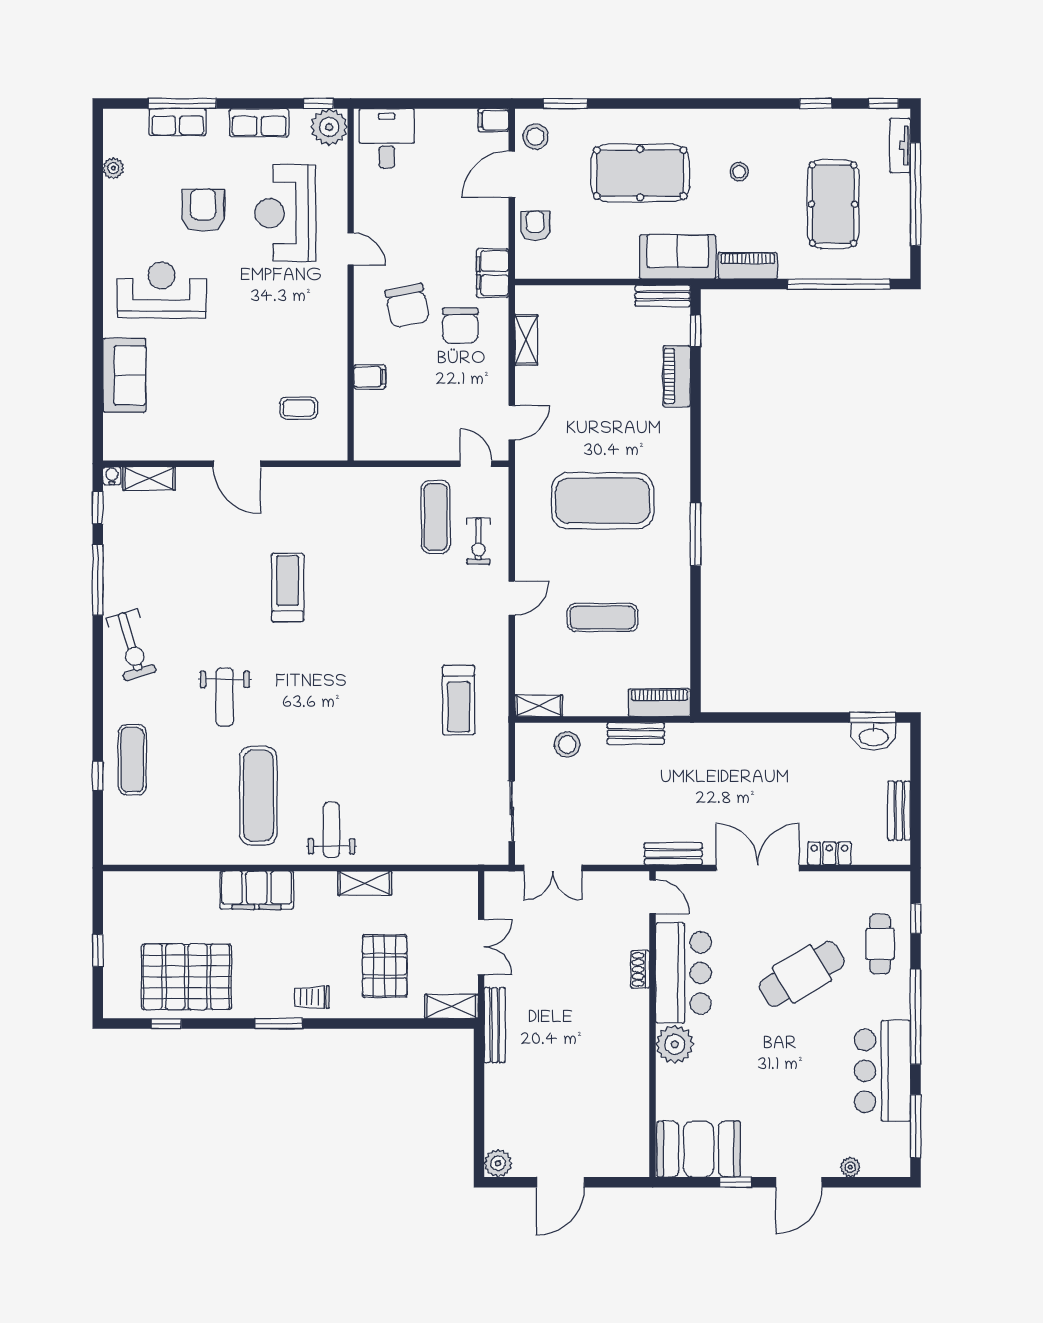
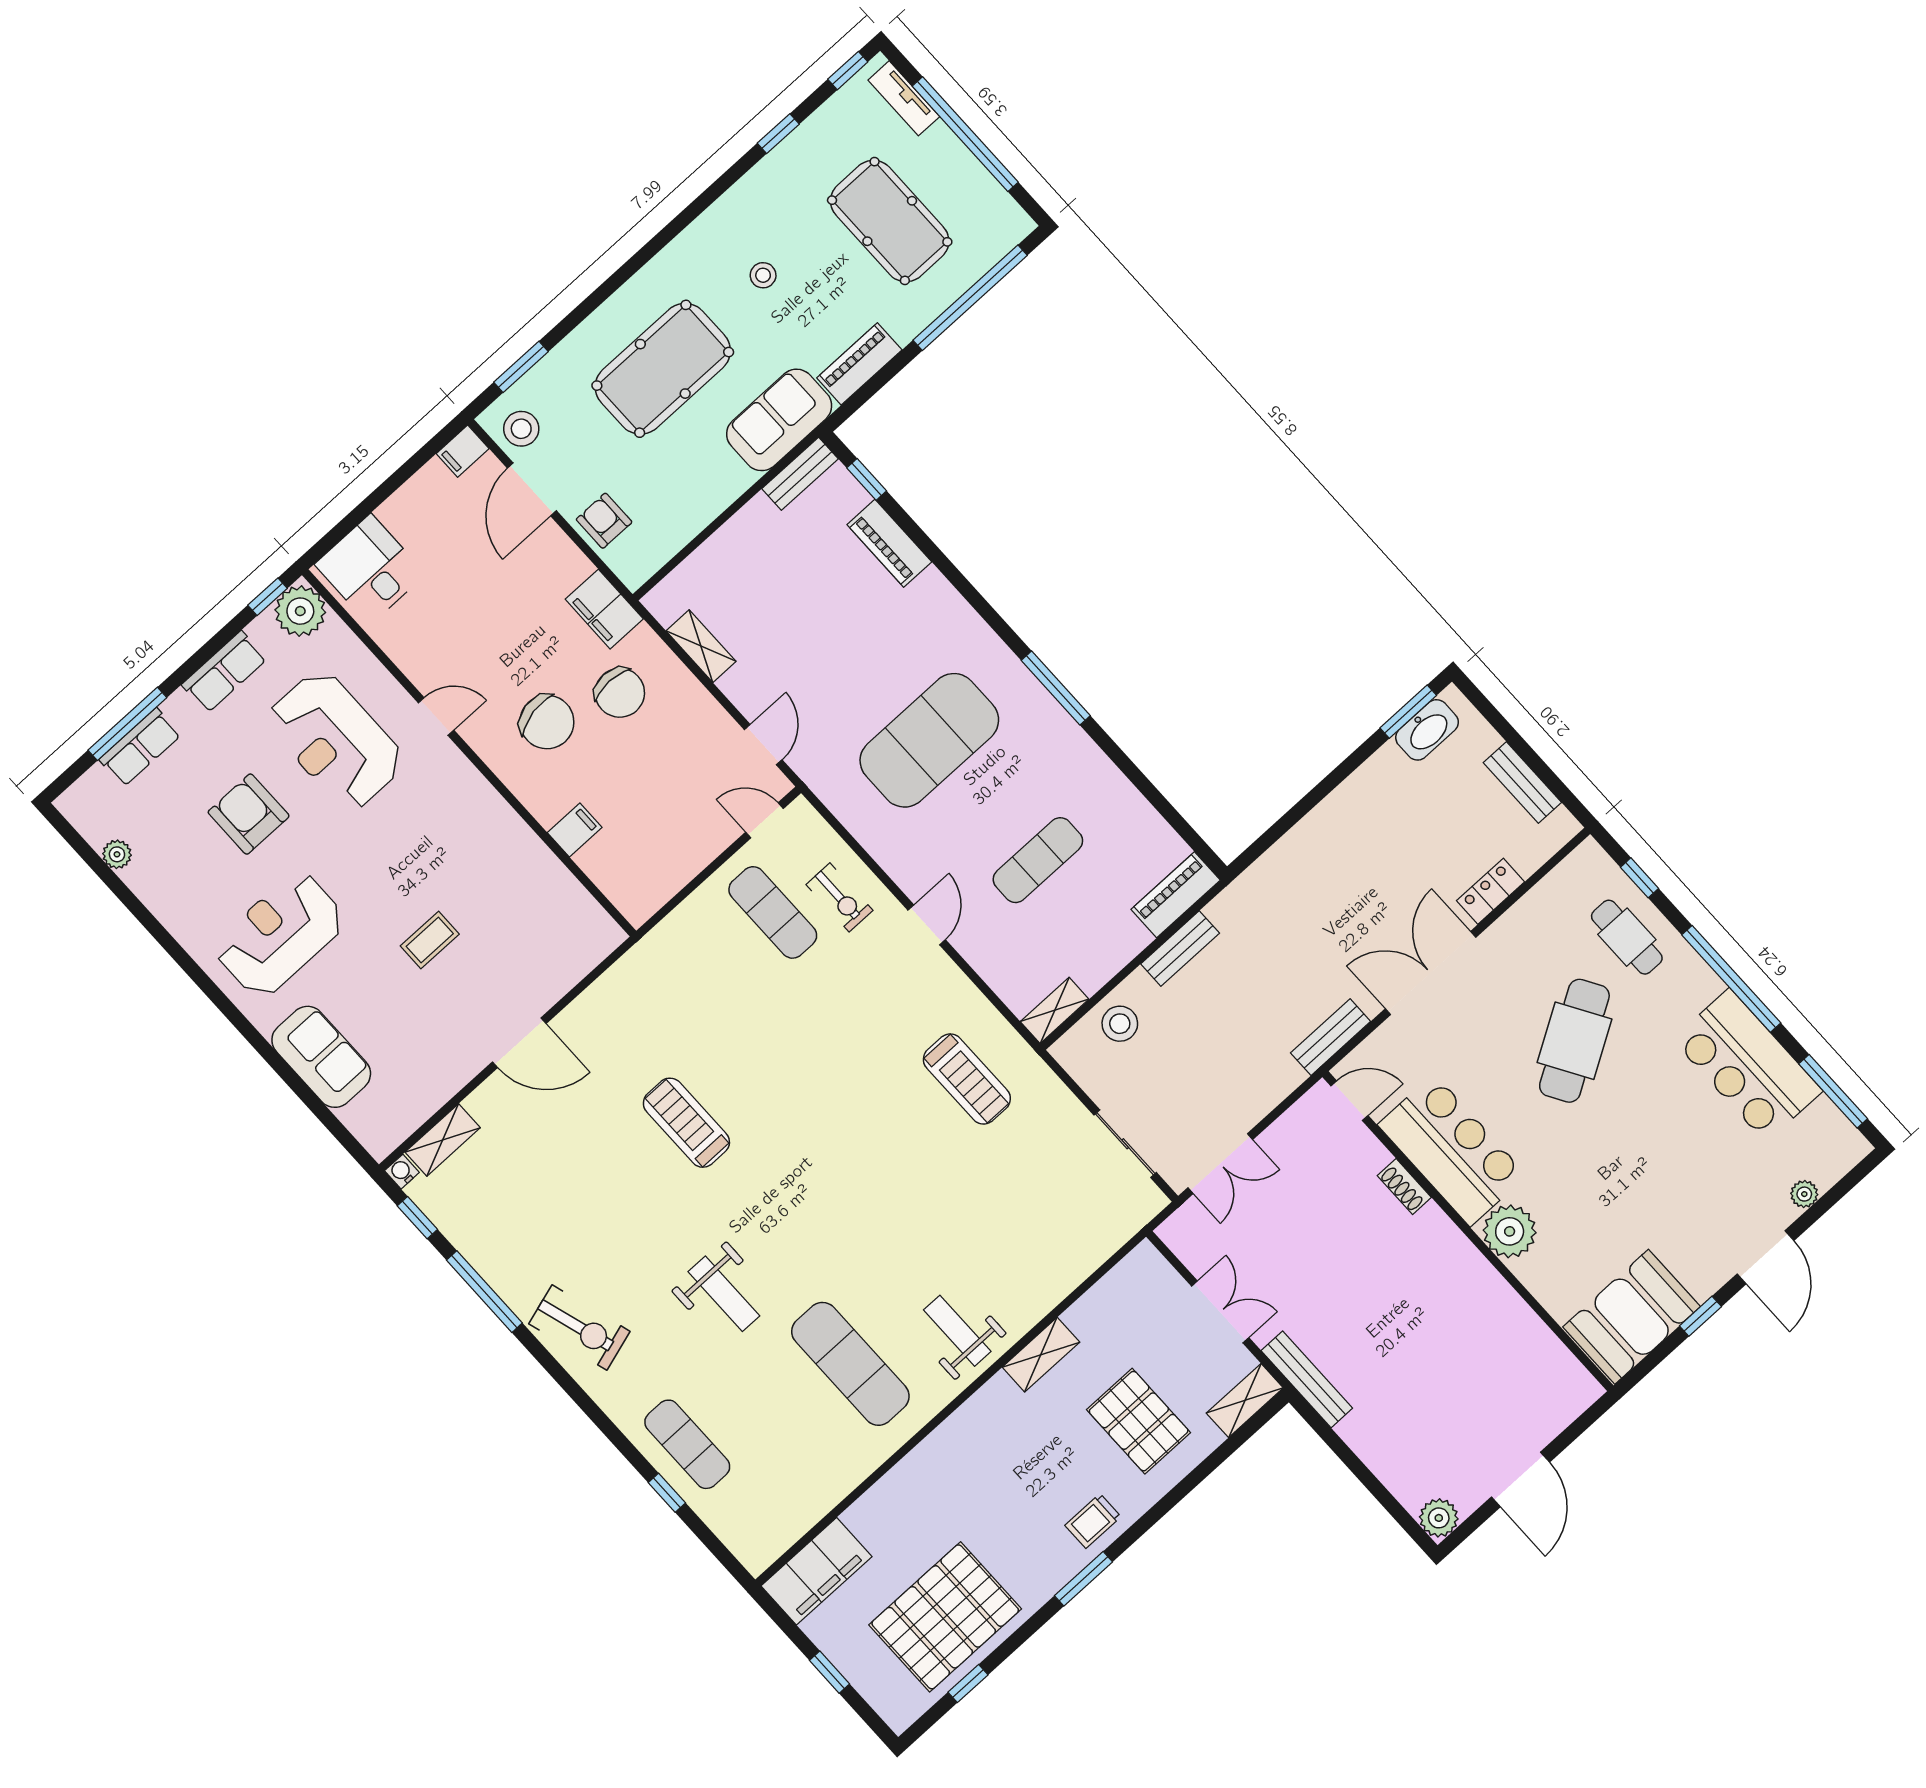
coffee table: (299, 408) -> (430, 940), moved
filing cabinet: (257, 890) -> (817, 1571), moved

